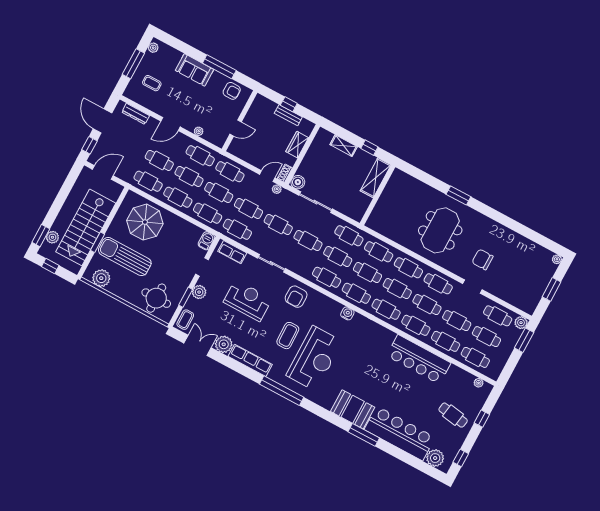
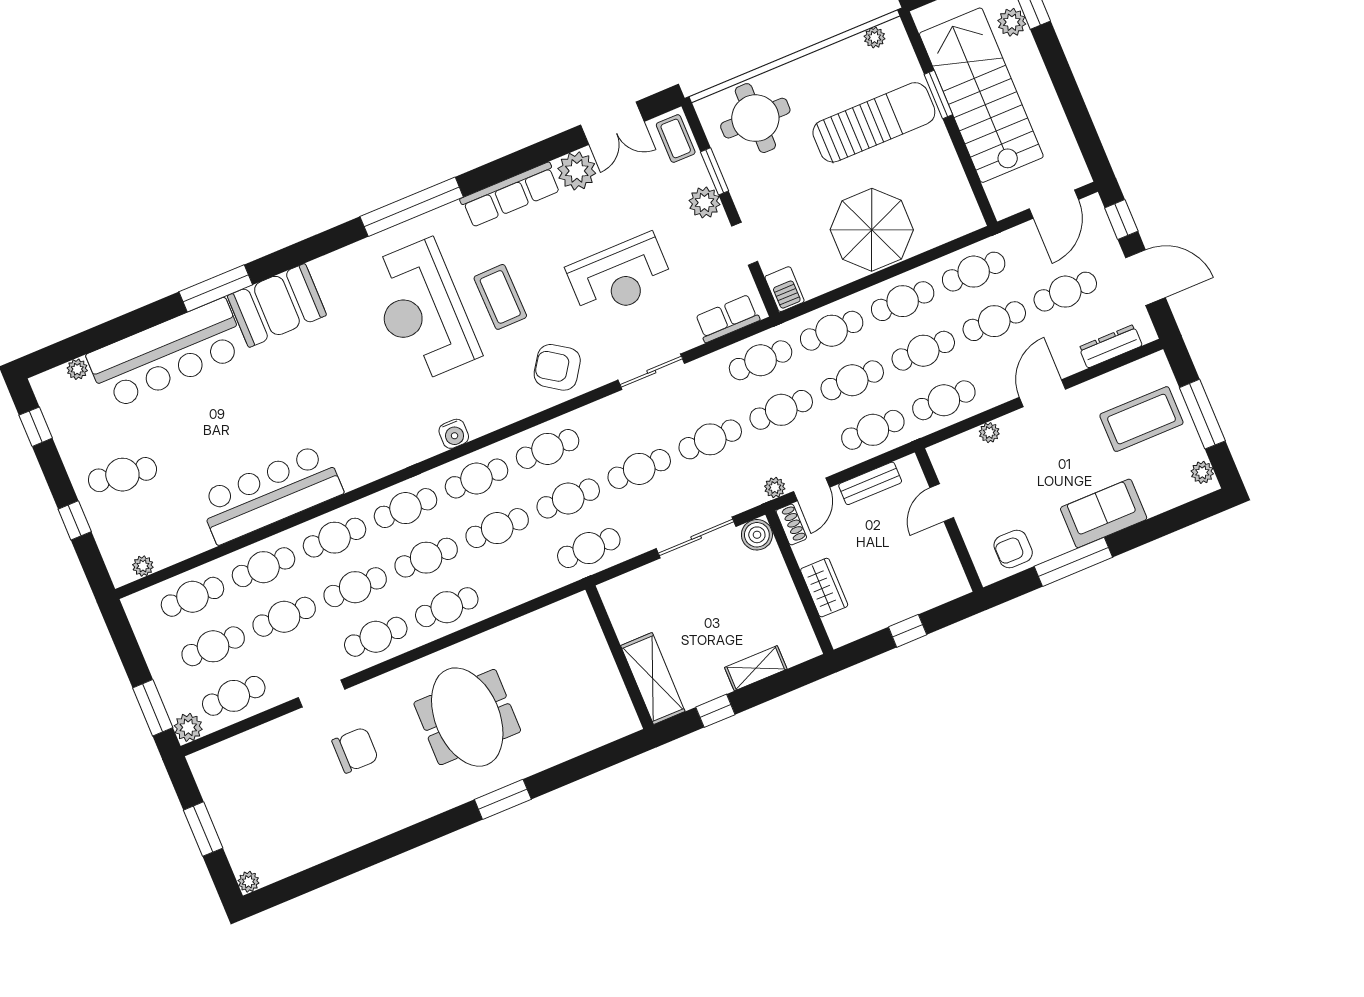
coffee table: (152, 83) -> (1141, 419), width x1.86, depth x1.72
bench: (288, 115) -> (870, 483), moved
parasol: (145, 222) -> (872, 230), moved
cafe table: (379, 252) -> (1065, 292), moved
plant: (101, 278) -> (875, 37), width x0.53, depth x0.53
armchair: (296, 297) -> (557, 367), turned -56
plant: (435, 458) -> (77, 369), width x0.53, depth x0.53

